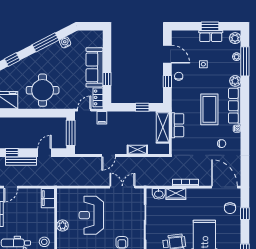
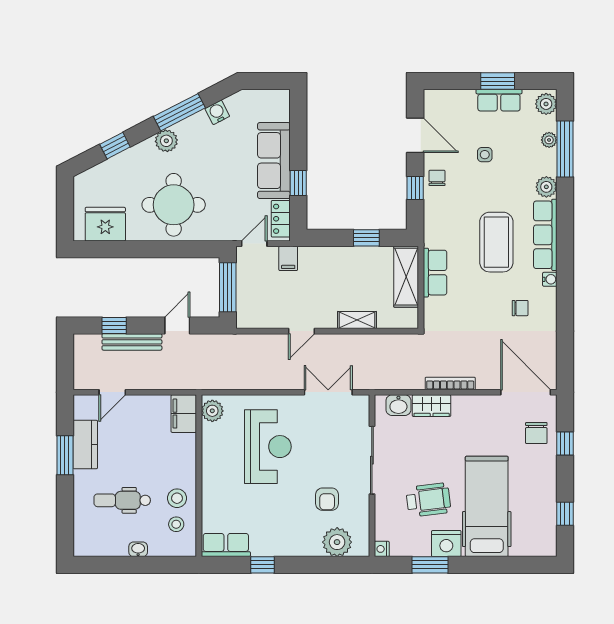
plant: (39, 57) -> (166, 141), added
reception desk: (91, 215) -> (268, 447), turned 180
plant: (63, 226) -> (212, 411), moved

